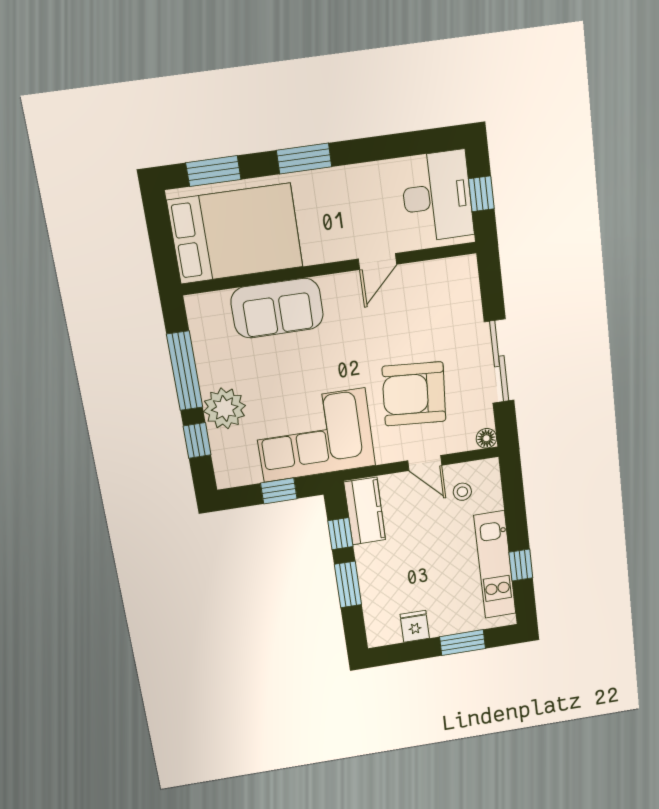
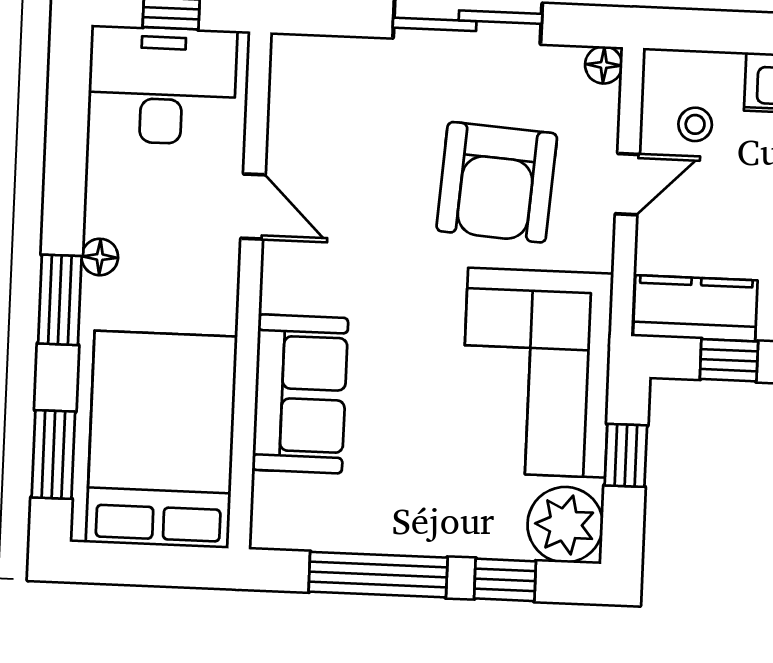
floor lamp: (333, 178) -> (100, 257), added
plant: (225, 408) -> (565, 525), moved

